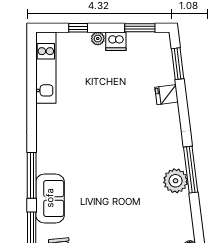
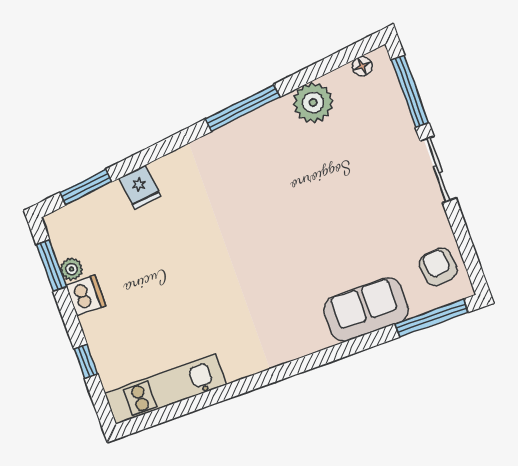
plant: (98, 39) -> (71, 269), moved
window: (32, 175) -> (340, 351), removed
plant: (176, 181) -> (313, 103), moved

